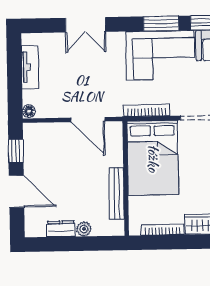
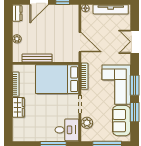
tv unit: (30, 67) -> (111, 9), width x1.41
door: (88, 120) -> (80, 42), swing flipped
dresser: (61, 229) -> (17, 13), moved

